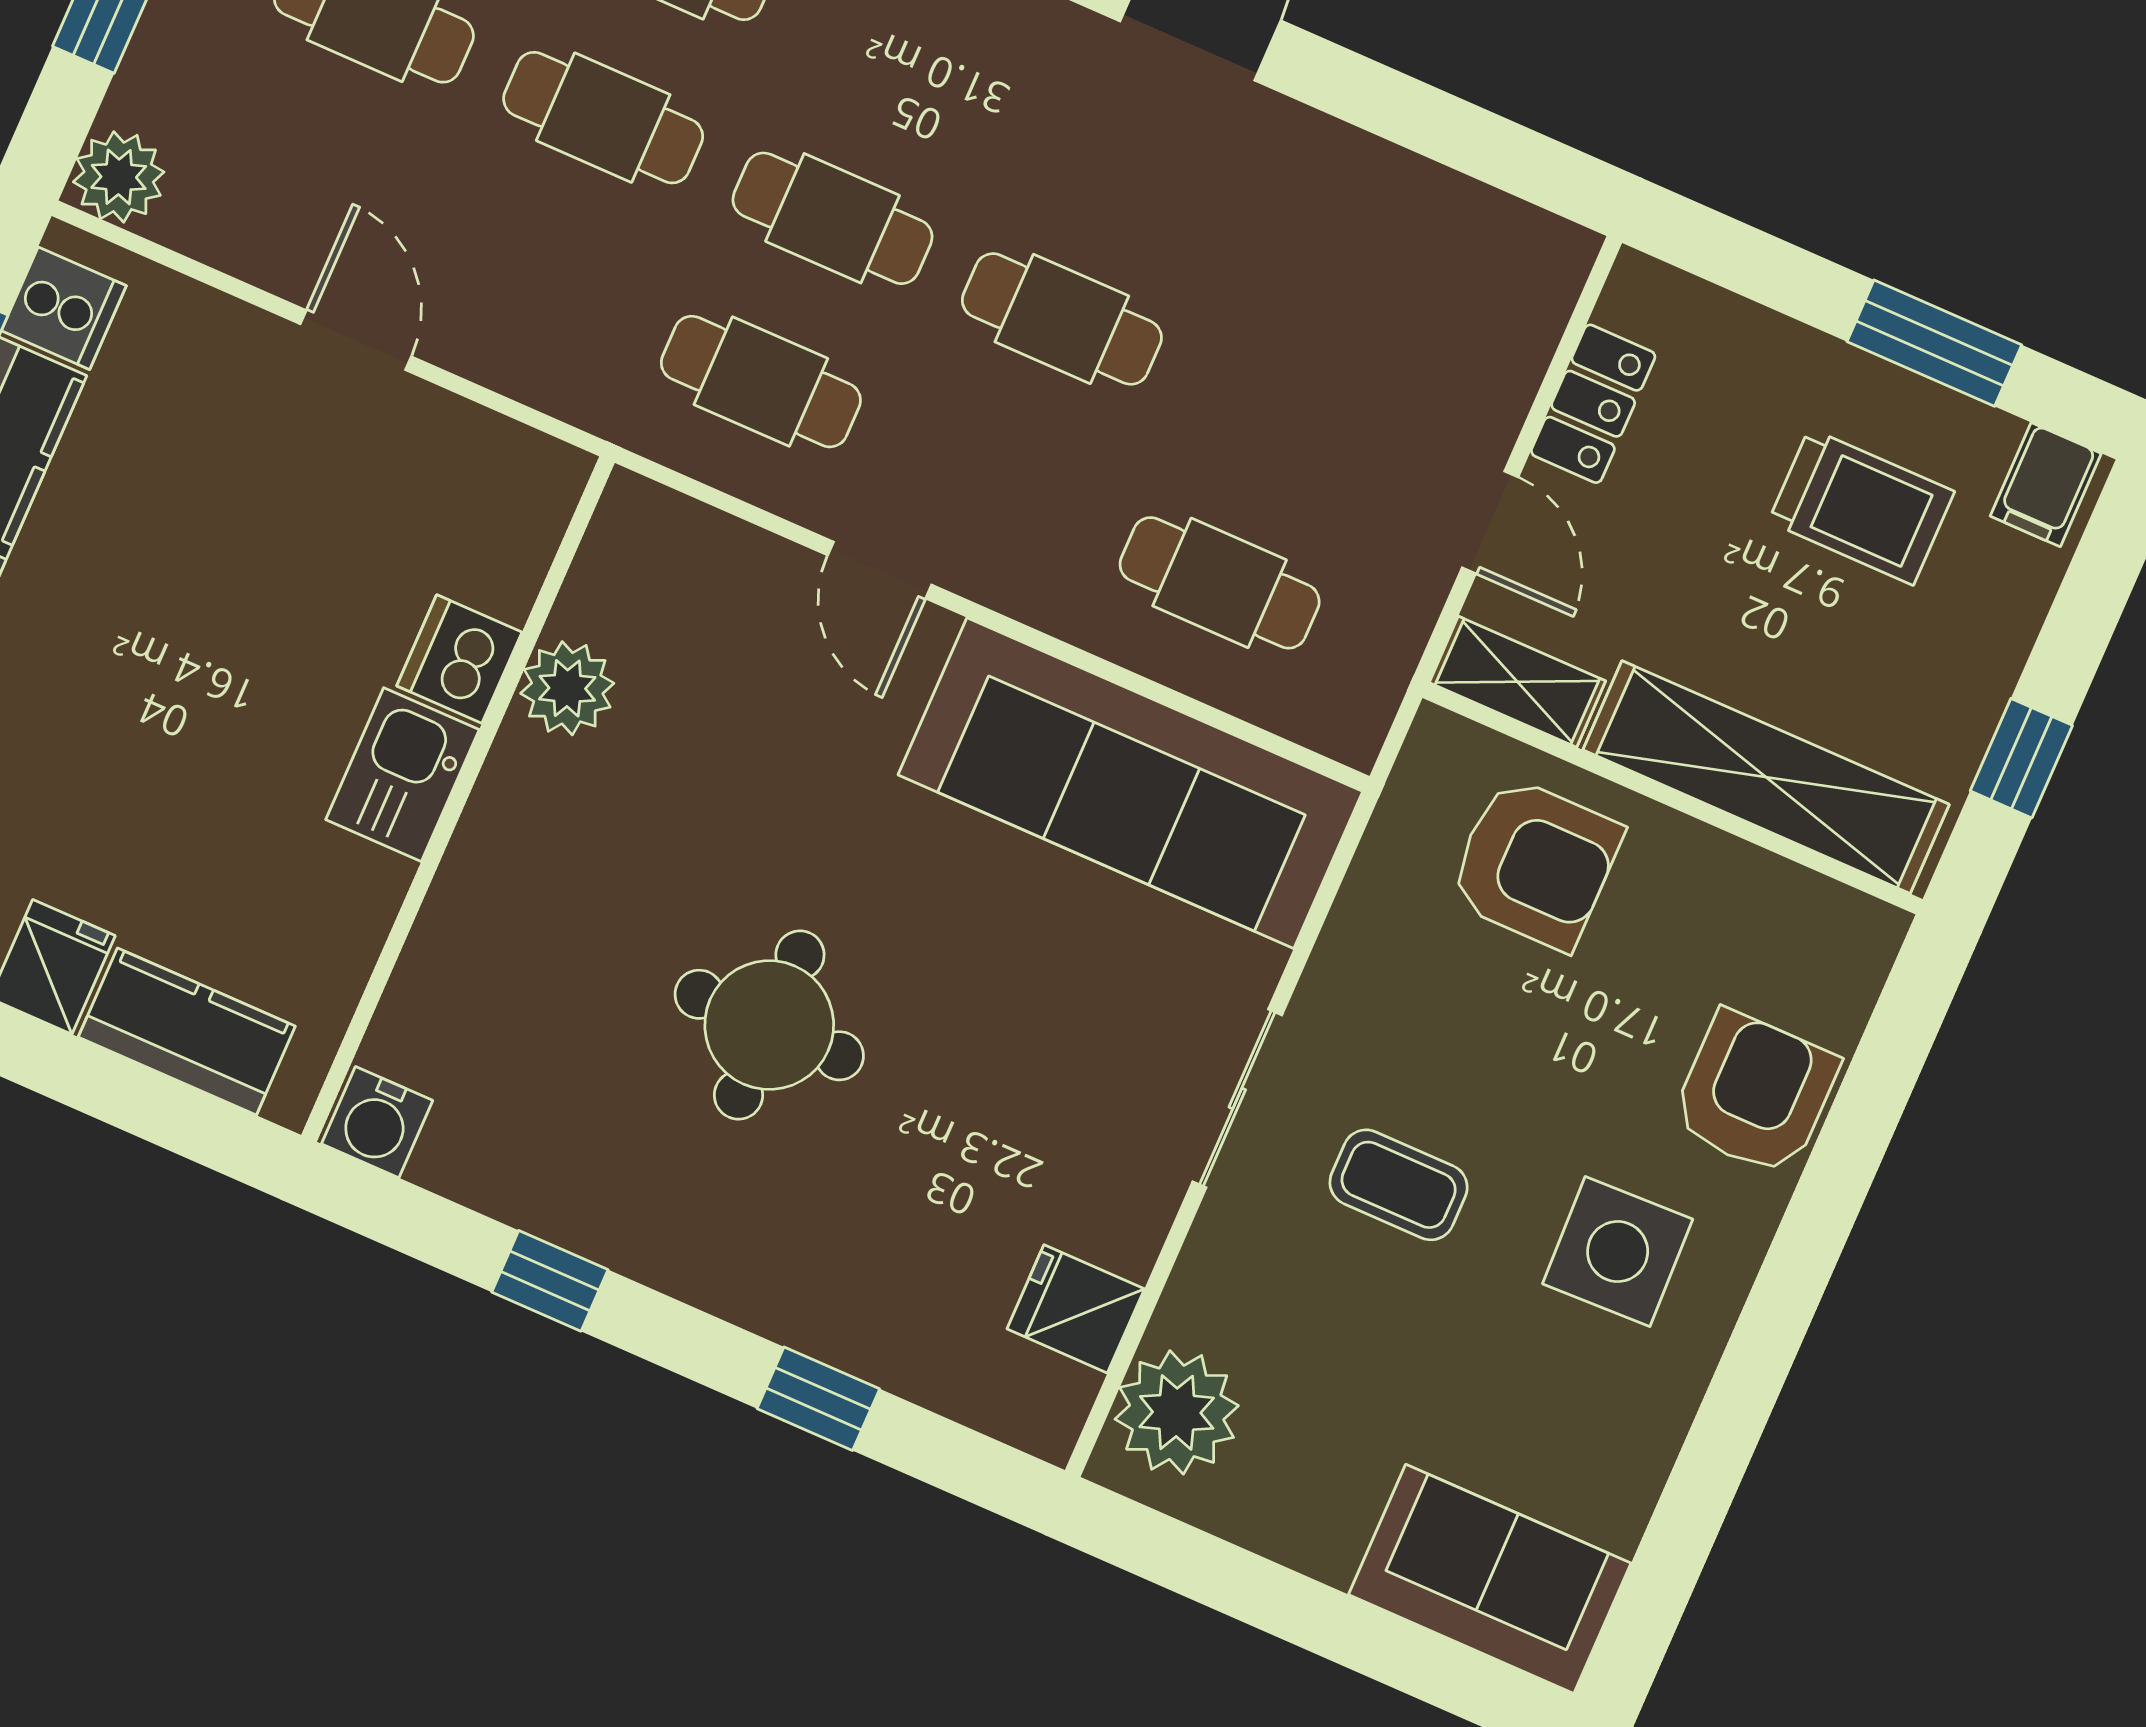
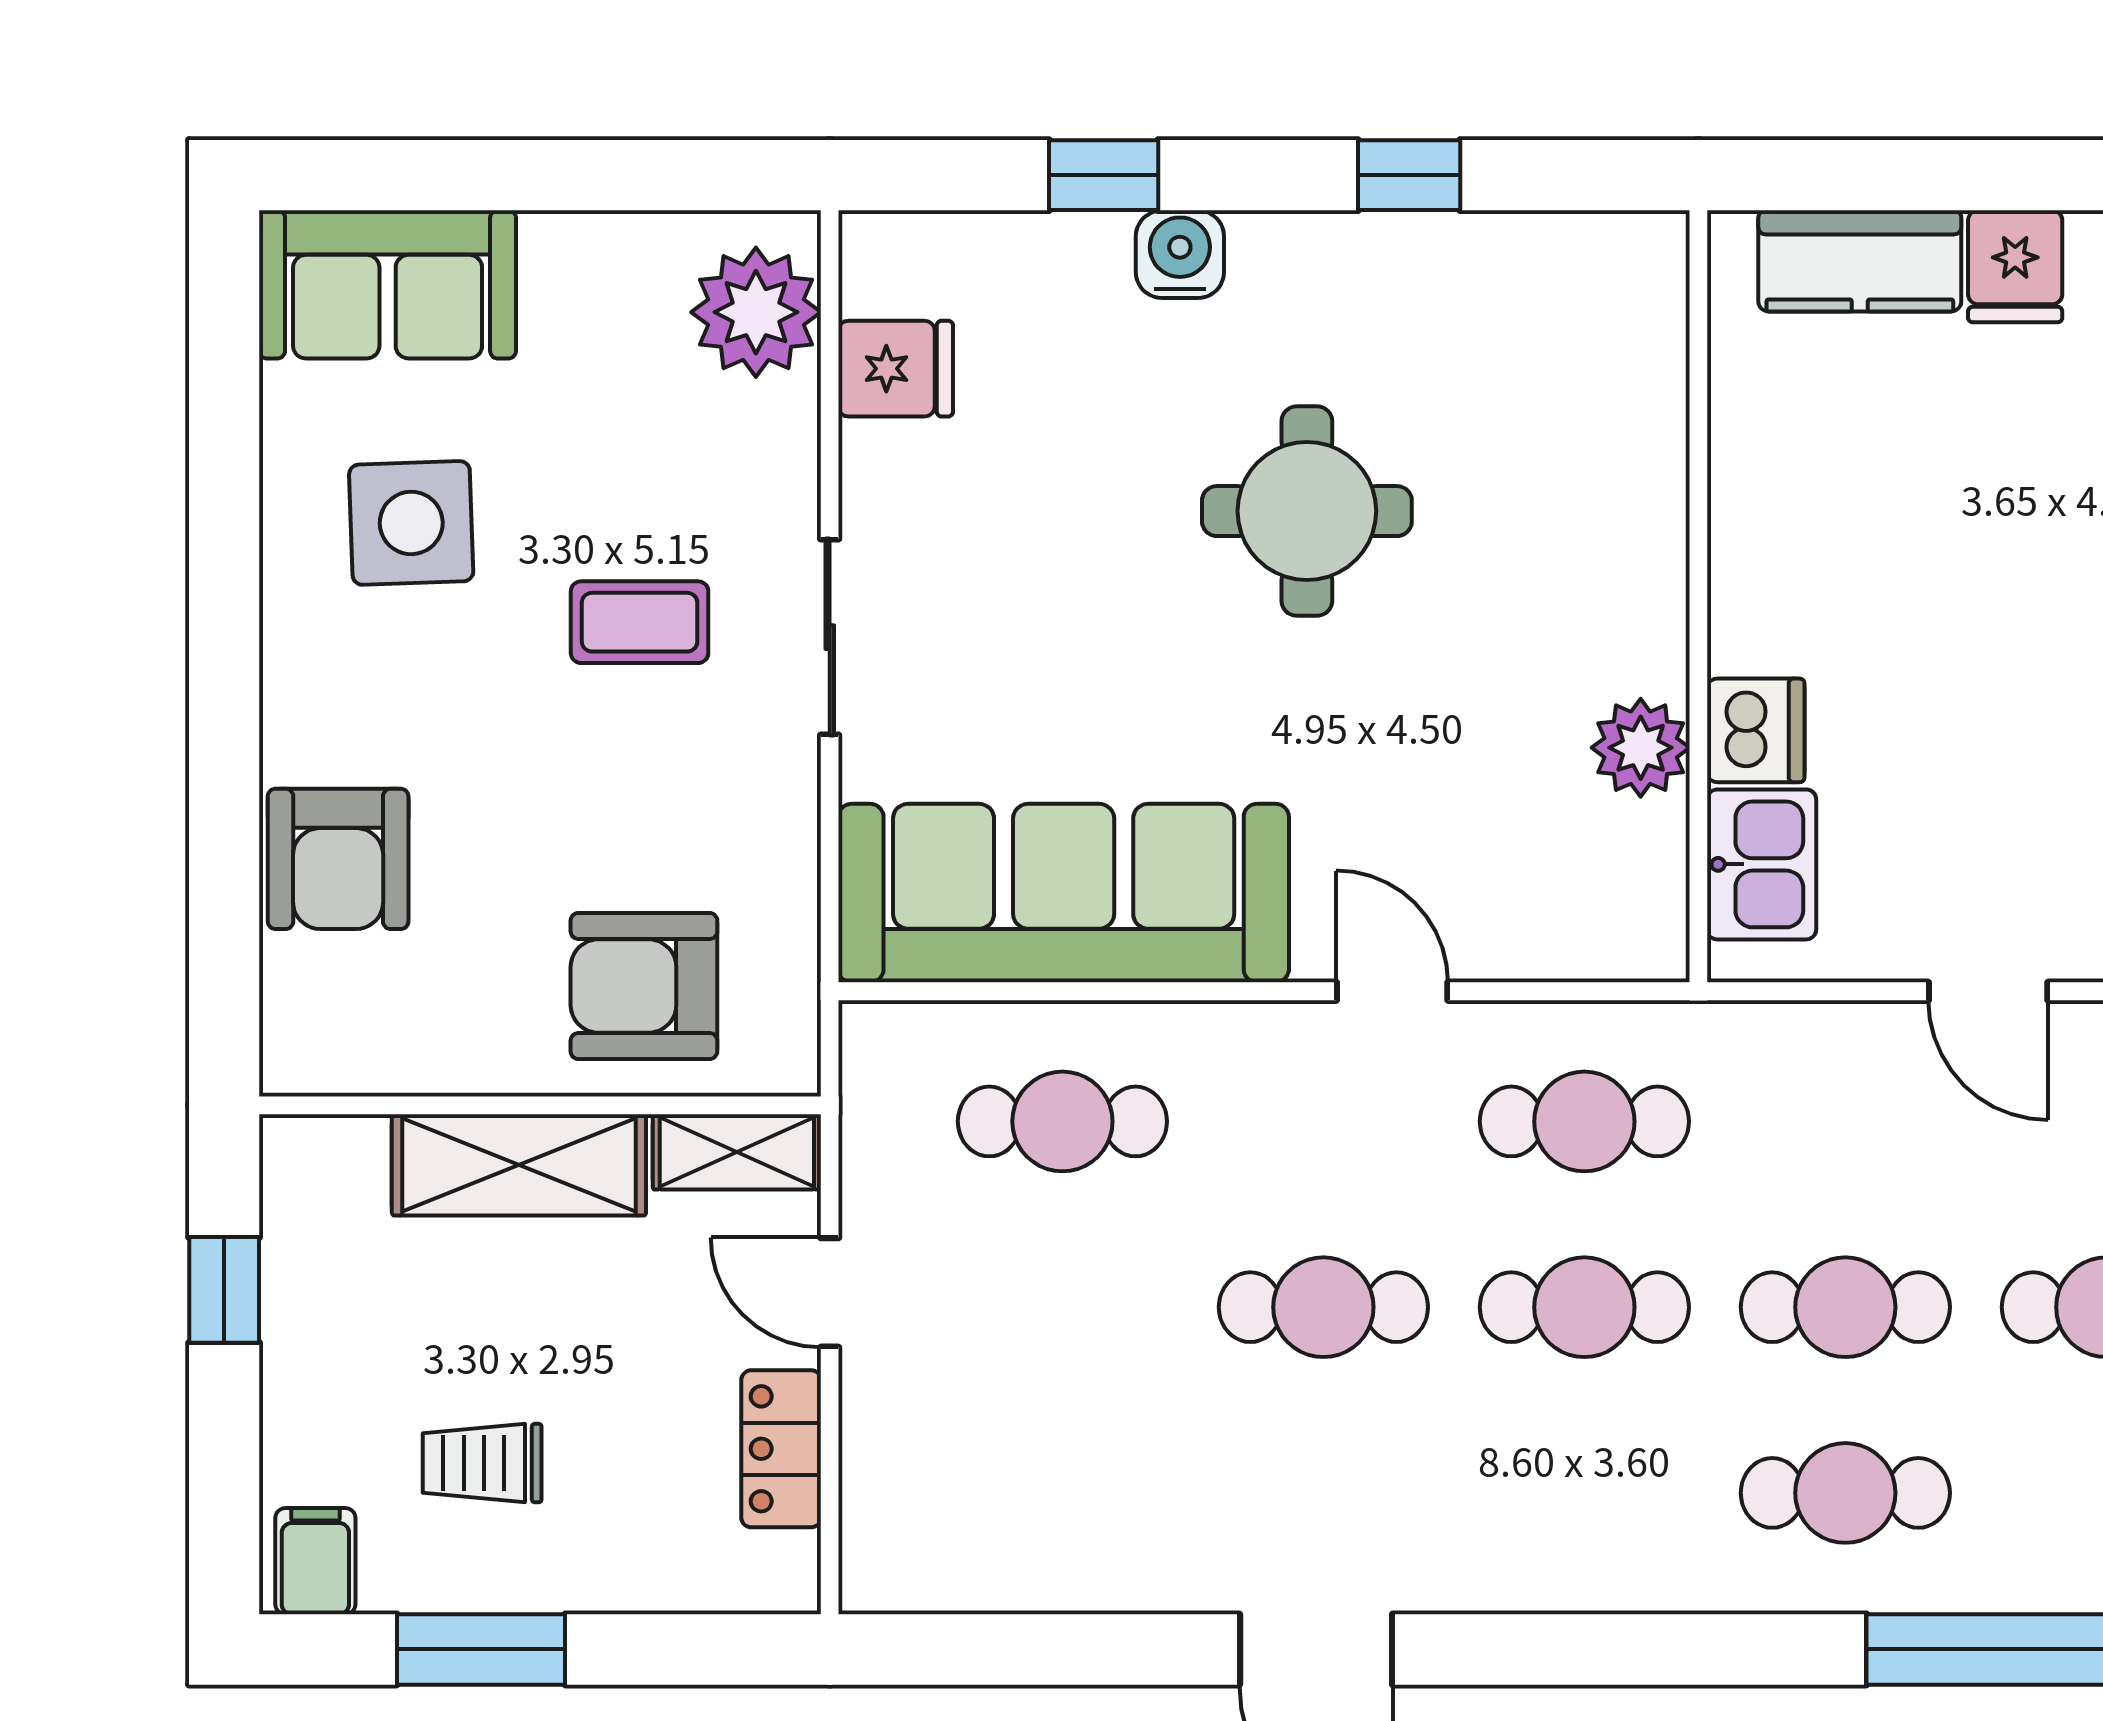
trolley: (1861, 507) -> (482, 1463), width x0.73, depth x0.72
kitchen sink: (402, 775) -> (1762, 864), moved
shelving: (1766, 777) -> (519, 1165), width x0.68
water cooler: (377, 1122) -> (1180, 254), moved
side table: (1618, 1251) -> (411, 523), moved

